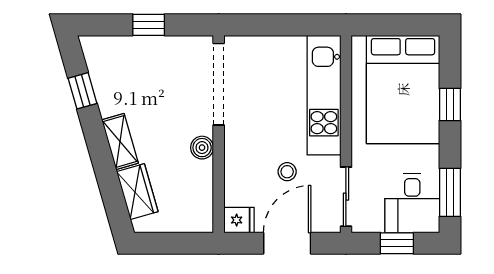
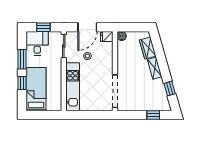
window: (149, 25) -> (153, 115), moved
bed: (403, 89) -> (36, 89), width x0.67
boiler: (202, 148) -> (122, 36), moved
window: (450, 192) -> (22, 59), moved

